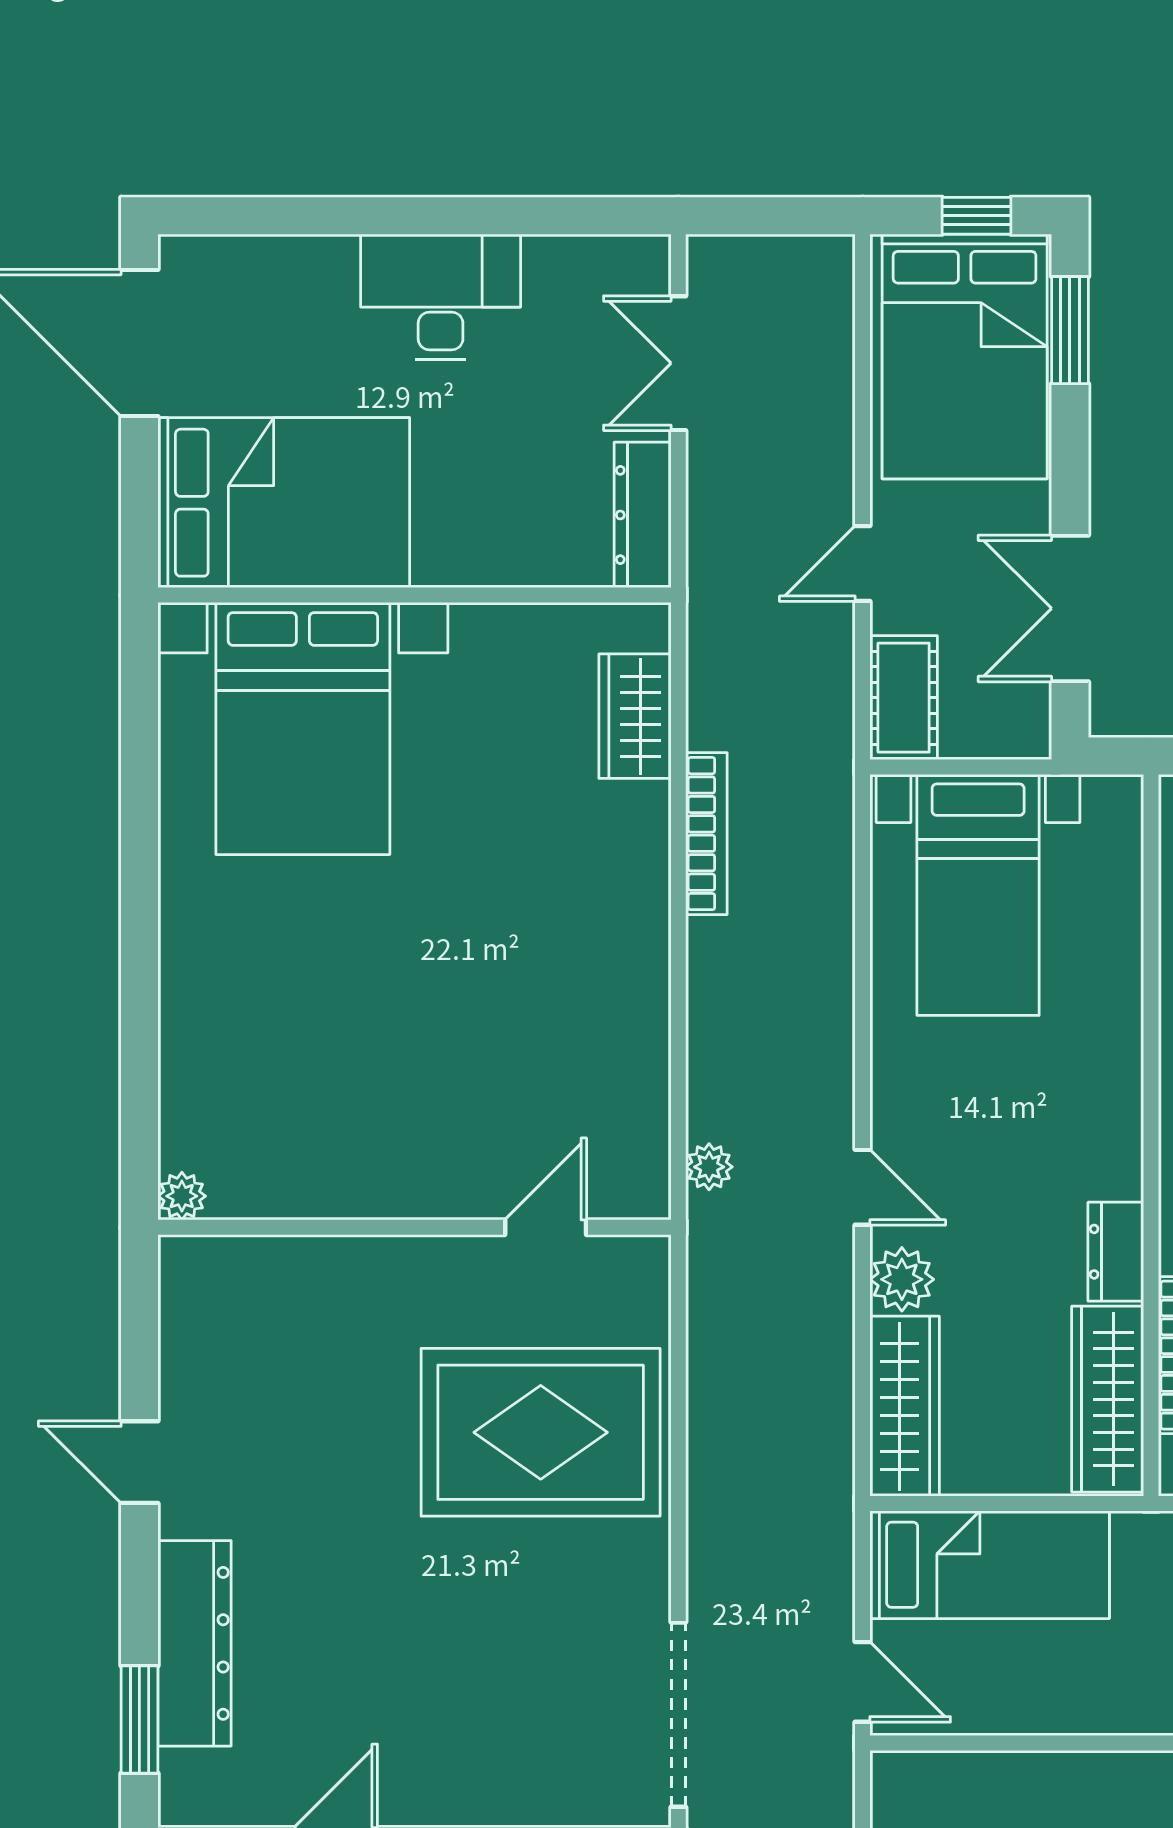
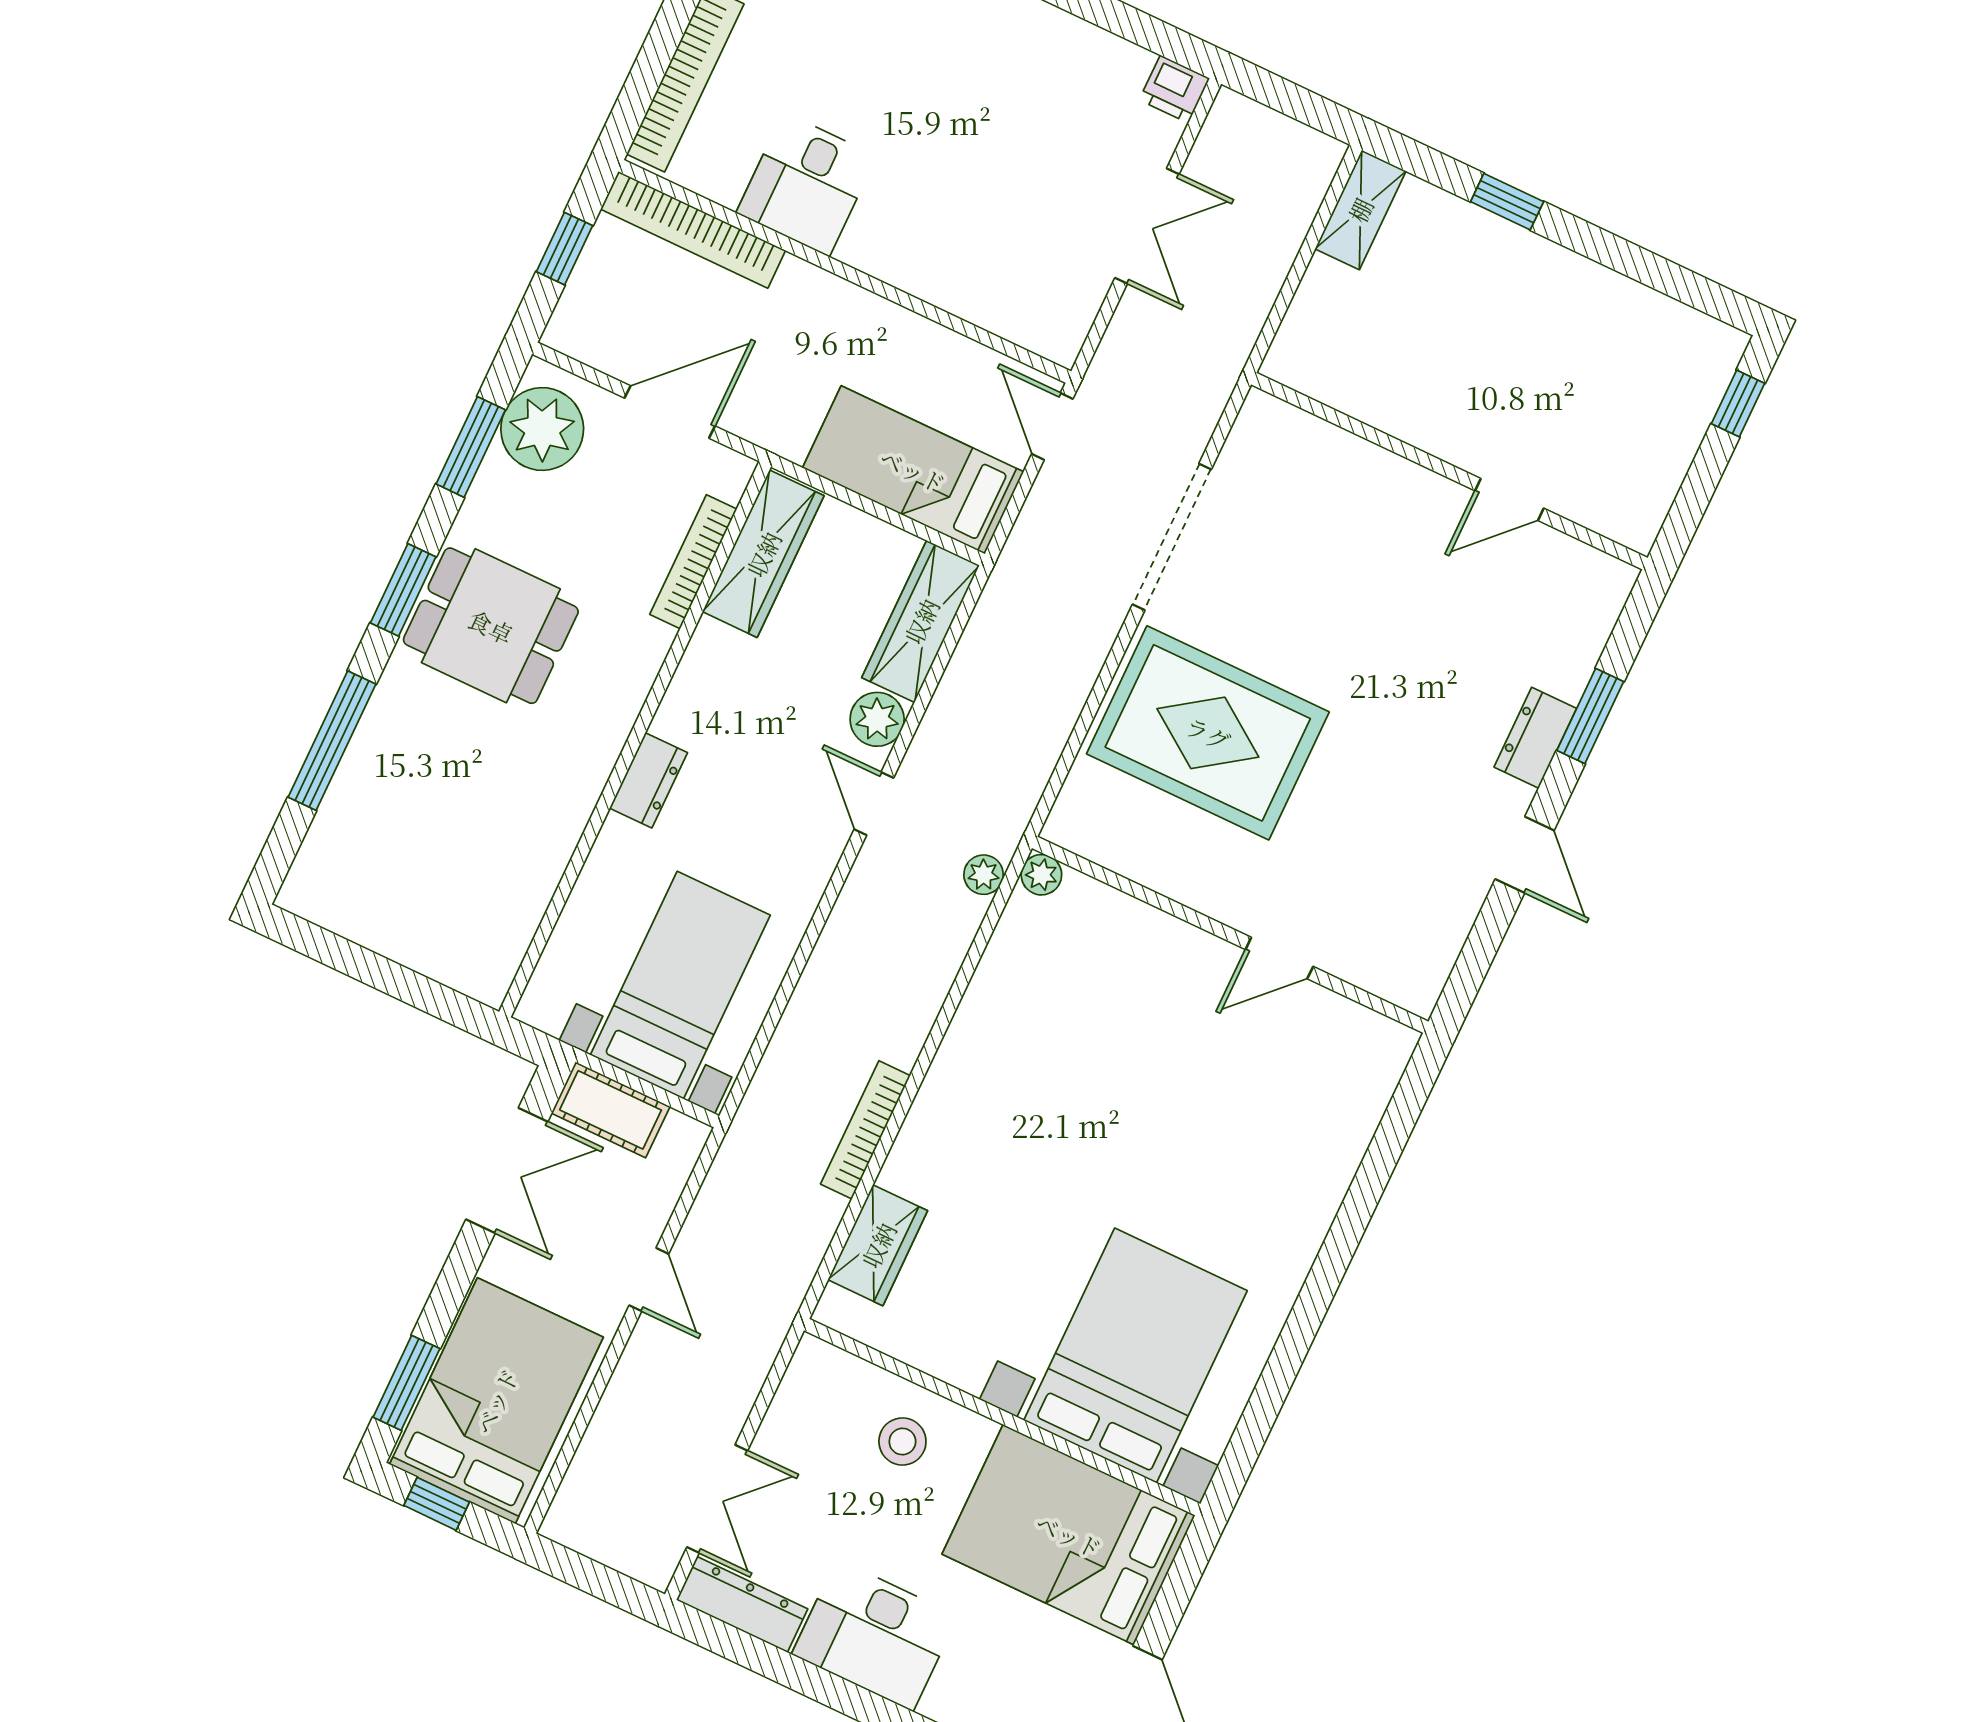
dresser: (643, 515) -> (742, 1604), moved, turned -90
stool: (509, 518) -> (902, 1442), added
door: (863, 564) -> (649, 1280), hinge flipped
cot: (904, 698) -> (611, 1110), moved, turned 90
plant: (182, 1196) -> (1041, 875), moved
door: (546, 1227) -> (1279, 958), moved
dresser: (1116, 1252) -> (649, 780), moved
dresser: (195, 1643) -> (1535, 738), width x0.51, depth x0.80
doorway: (678, 1715) -> (1172, 537), moved
window: (139, 1719) -> (1590, 716), moved

